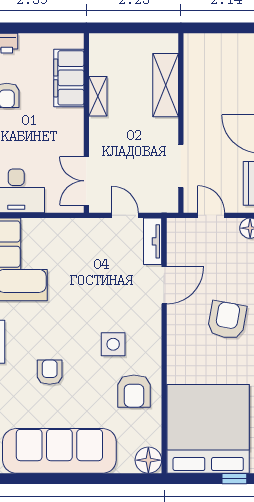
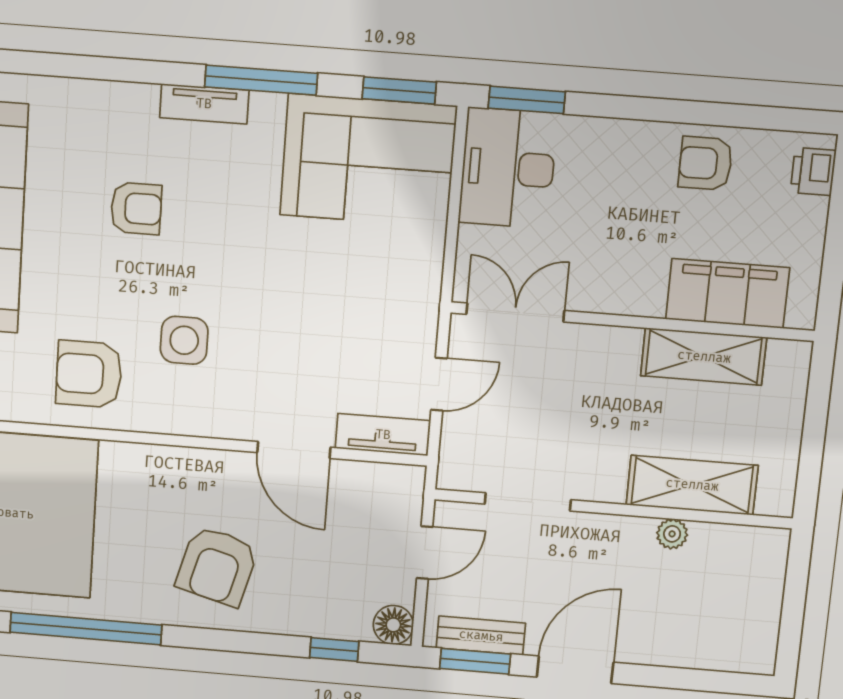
plant: (191, 92) -> (672, 534), added
shelving: (98, 96) -> (704, 357), width x1.50, depth x1.33
armchair: (227, 320) -> (217, 566), turned 95

